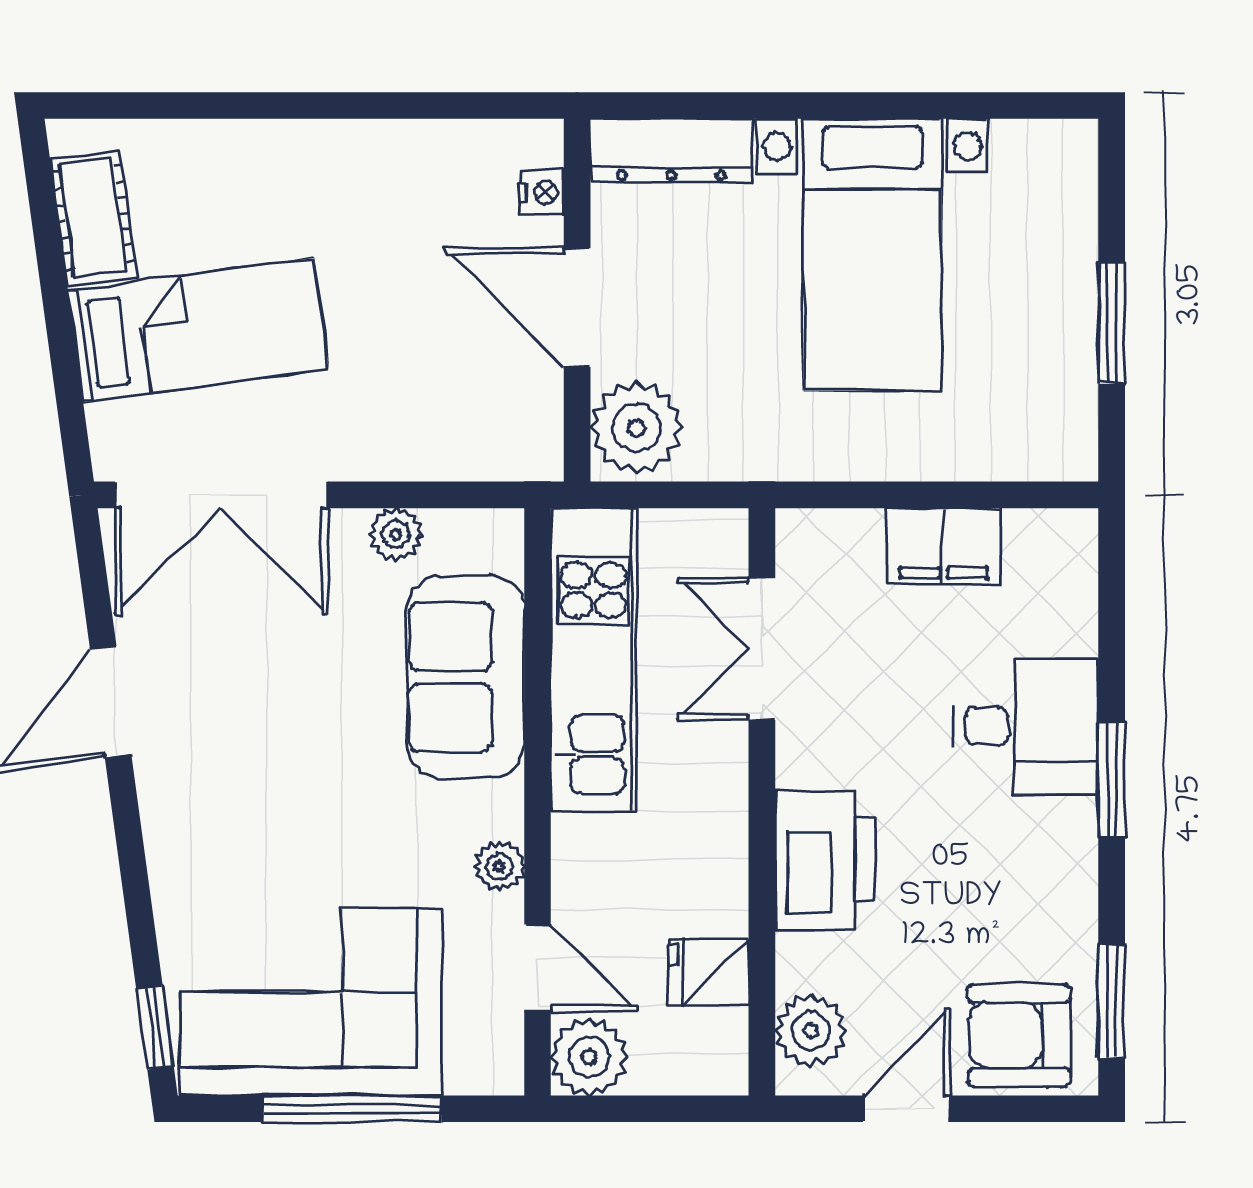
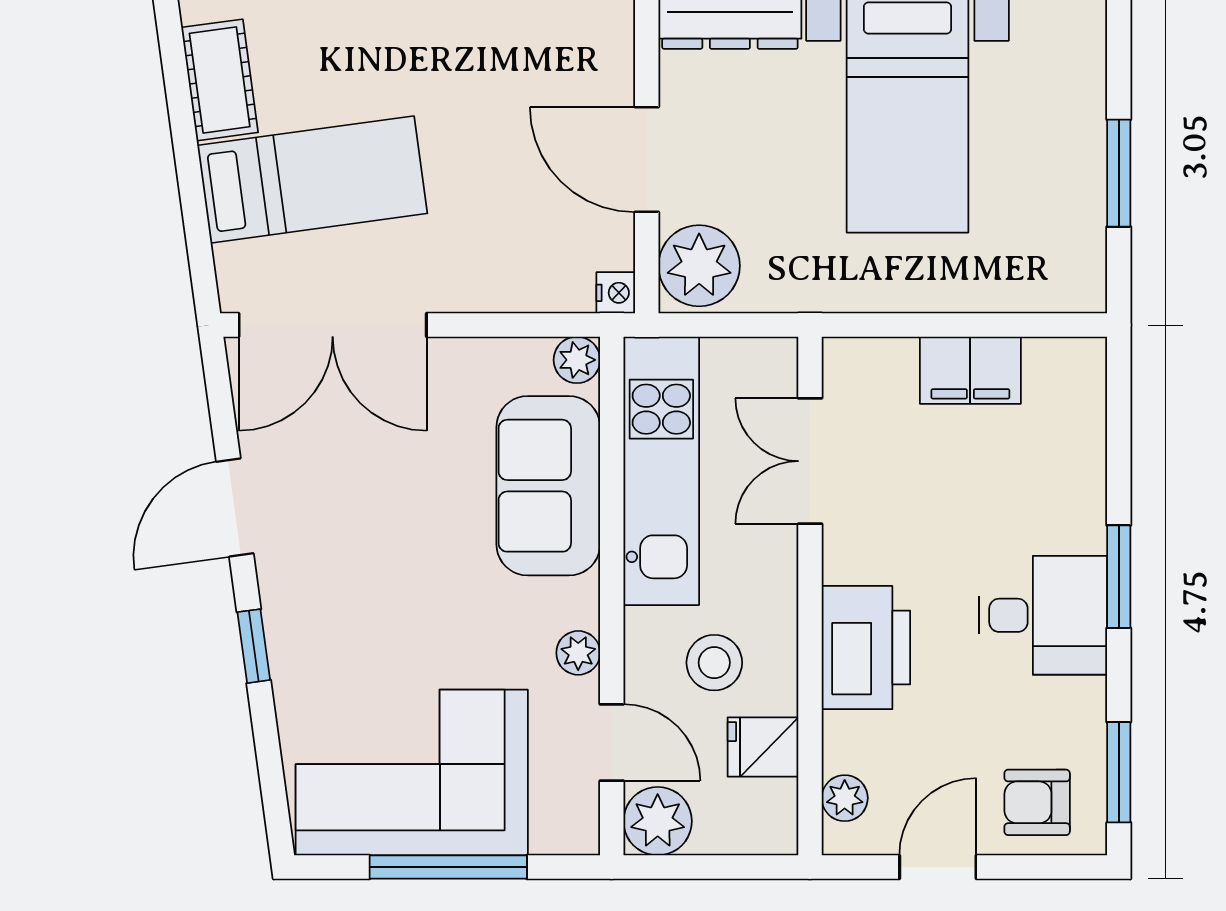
nightstand: (542, 192) -> (616, 293), moved
plant: (396, 534) -> (577, 360), moved
desk: (1026, 726) -> (1043, 615), moved
stool: (654, 877) -> (714, 663), added
window: (155, 1028) -> (254, 646), moved
plant: (811, 1031) -> (845, 798), width x0.73, depth x0.73
armchair: (1019, 1035) -> (1037, 802), width x0.72, depth x0.72

